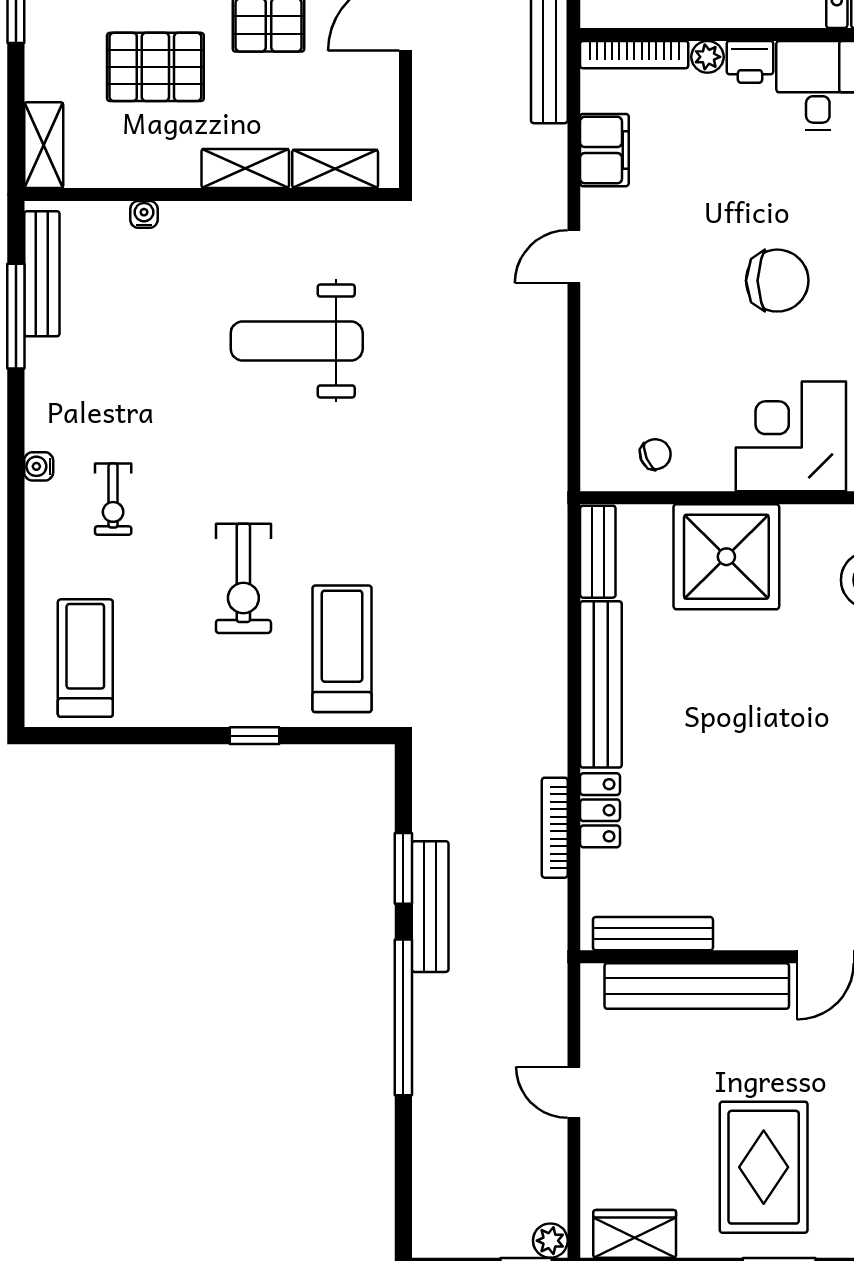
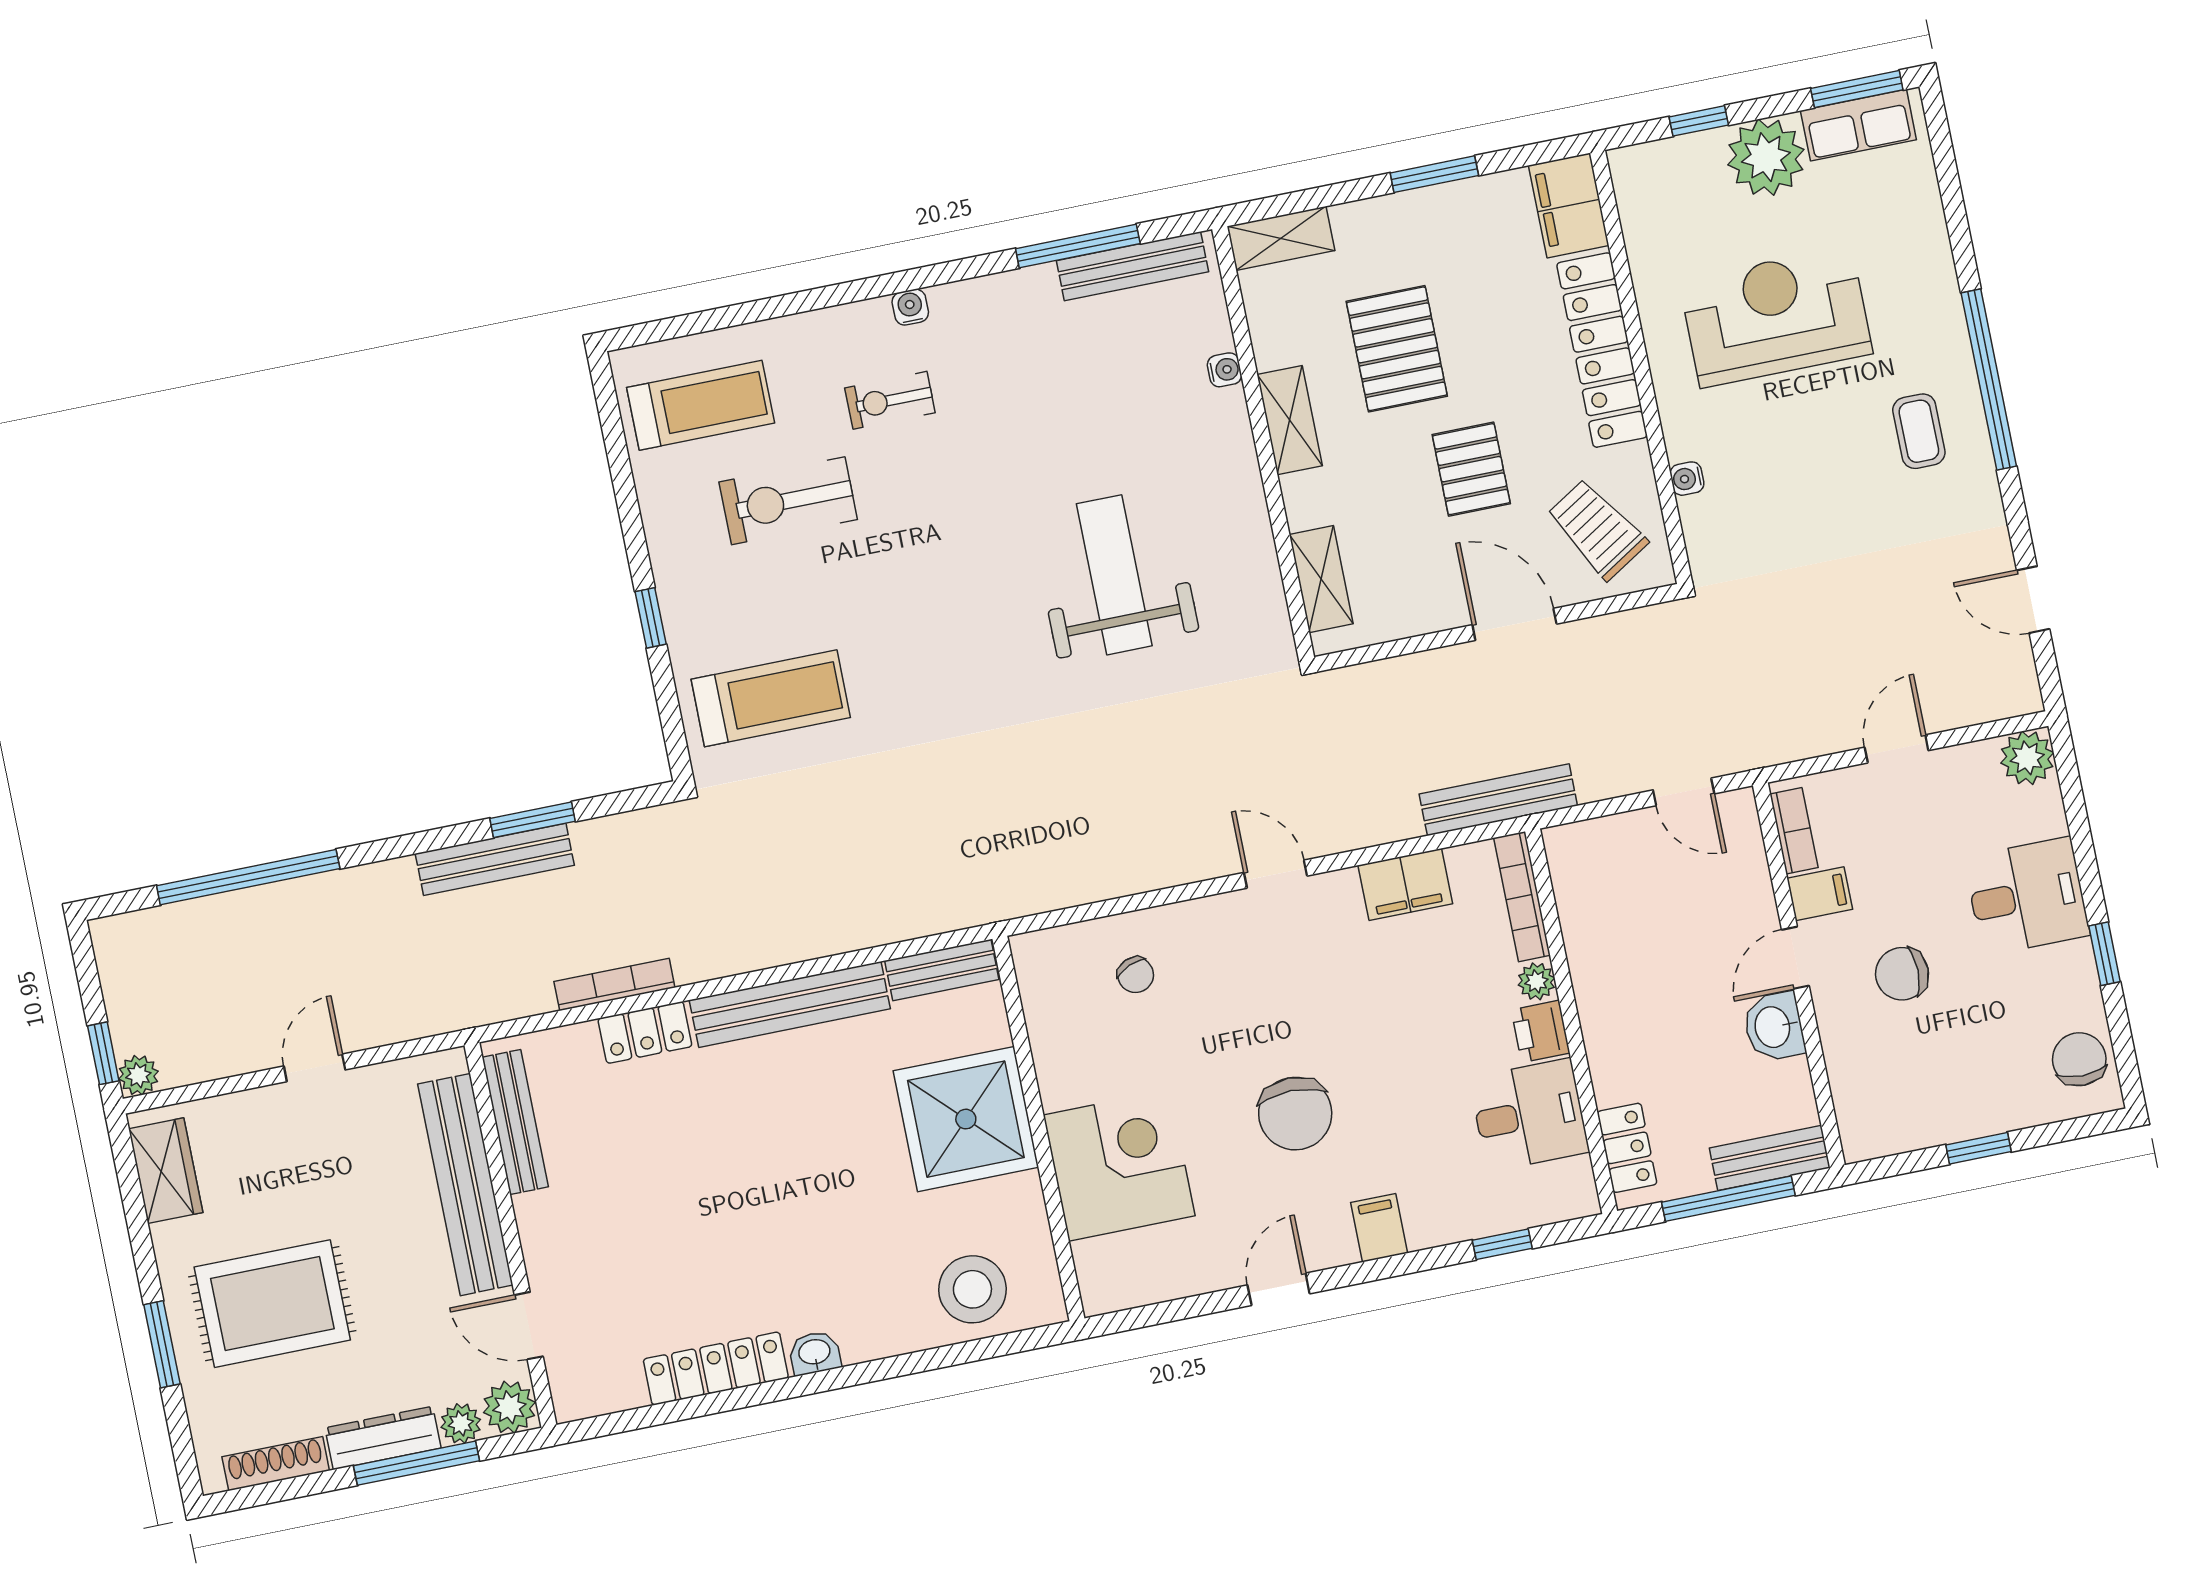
shelving: (245, 169) -> (1290, 420), moved
chair: (655, 454) -> (1136, 975), moved
exercise bike: (243, 578) -> (788, 501), moved
window: (403, 1017) -> (248, 877), moved

